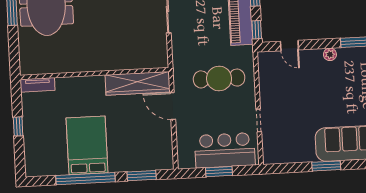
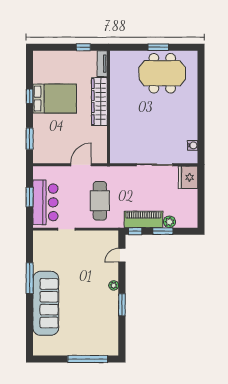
wardrobe: (138, 83) -> (99, 102), moved
window: (18, 126) -> (83, 47), moved
window: (326, 166) -> (30, 278), width x1.44
window: (86, 179) -> (30, 96), width x0.32

